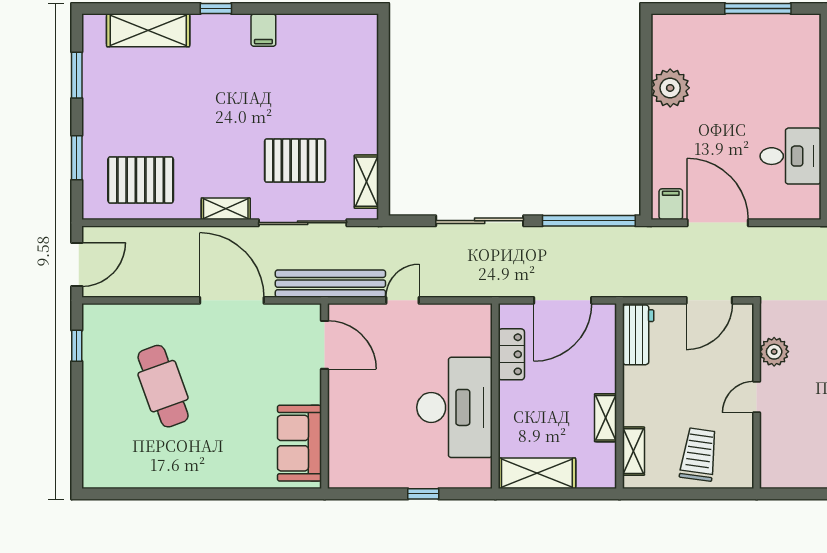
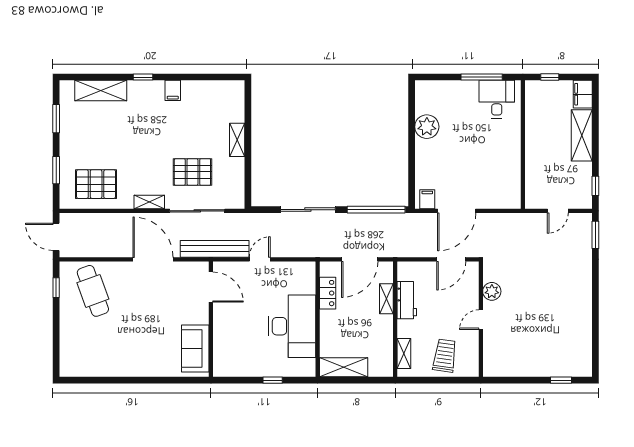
desk: (790, 156) -> (497, 99), moved, turned -90
shelving: (366, 182) -> (237, 140), moved
door: (718, 223) -> (457, 211), swing flipped
door: (77, 264) -> (56, 237), swing flipped
workbench: (638, 335) -> (407, 300), moved
cafe table: (163, 386) -> (93, 291), moved
shelving: (606, 418) -> (386, 299), moved

